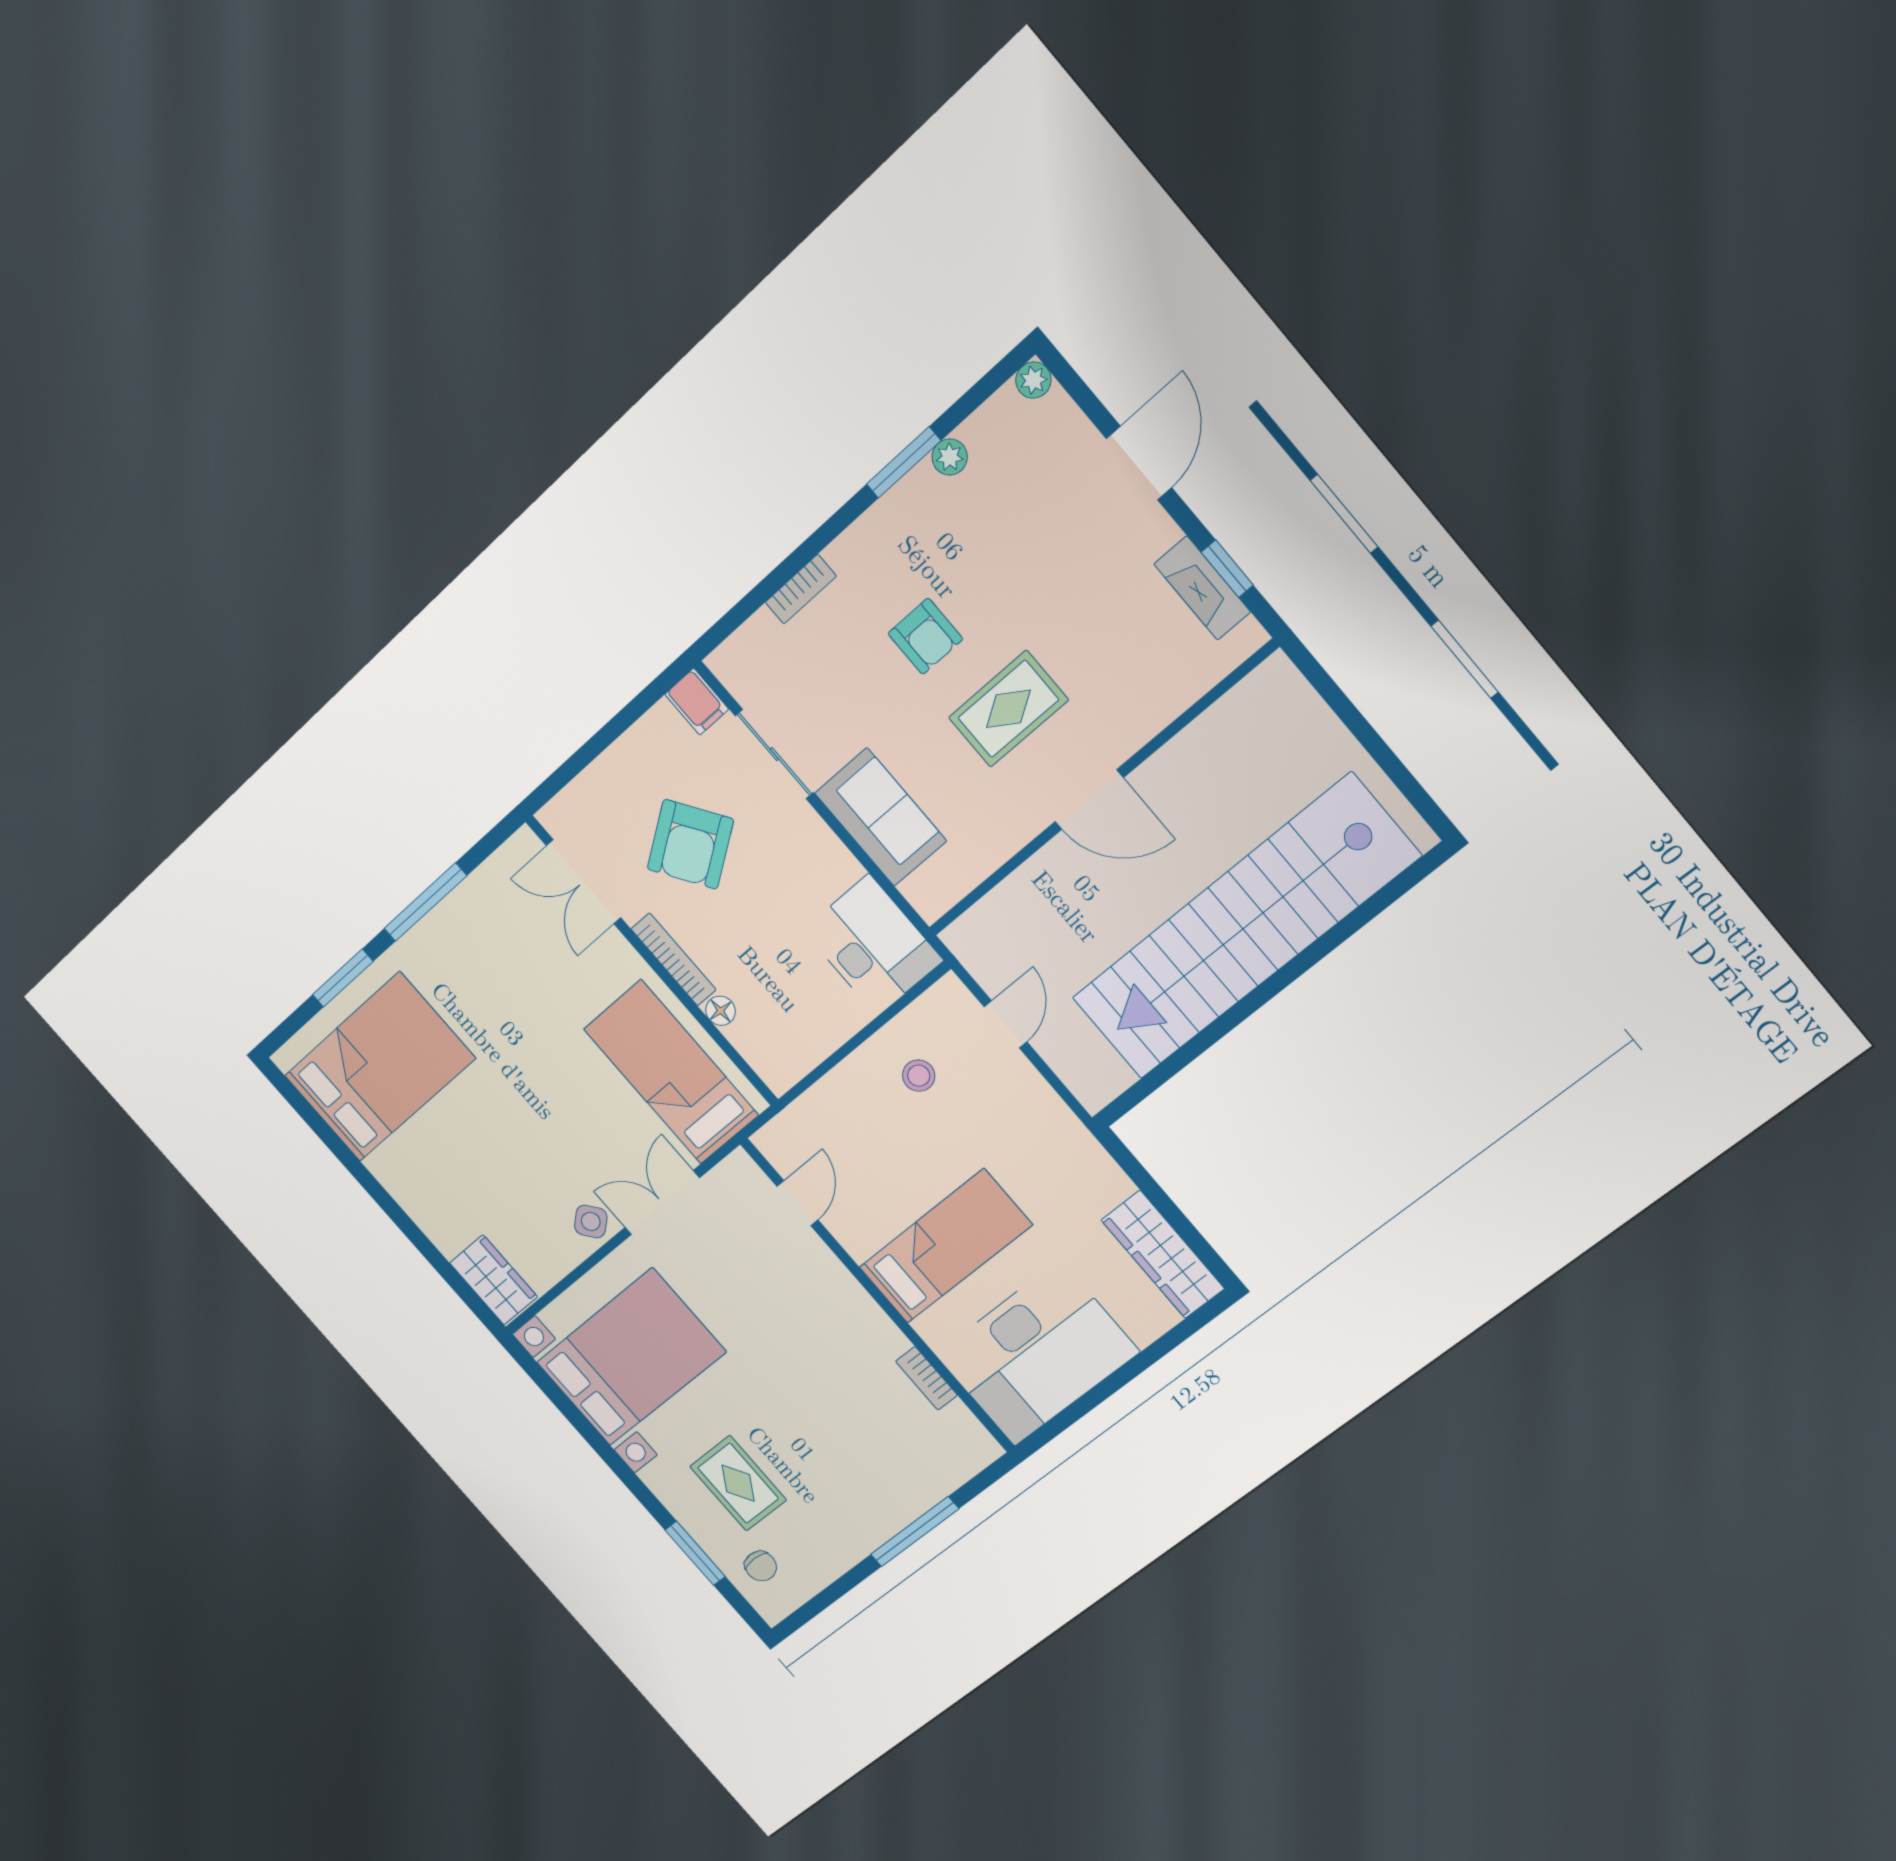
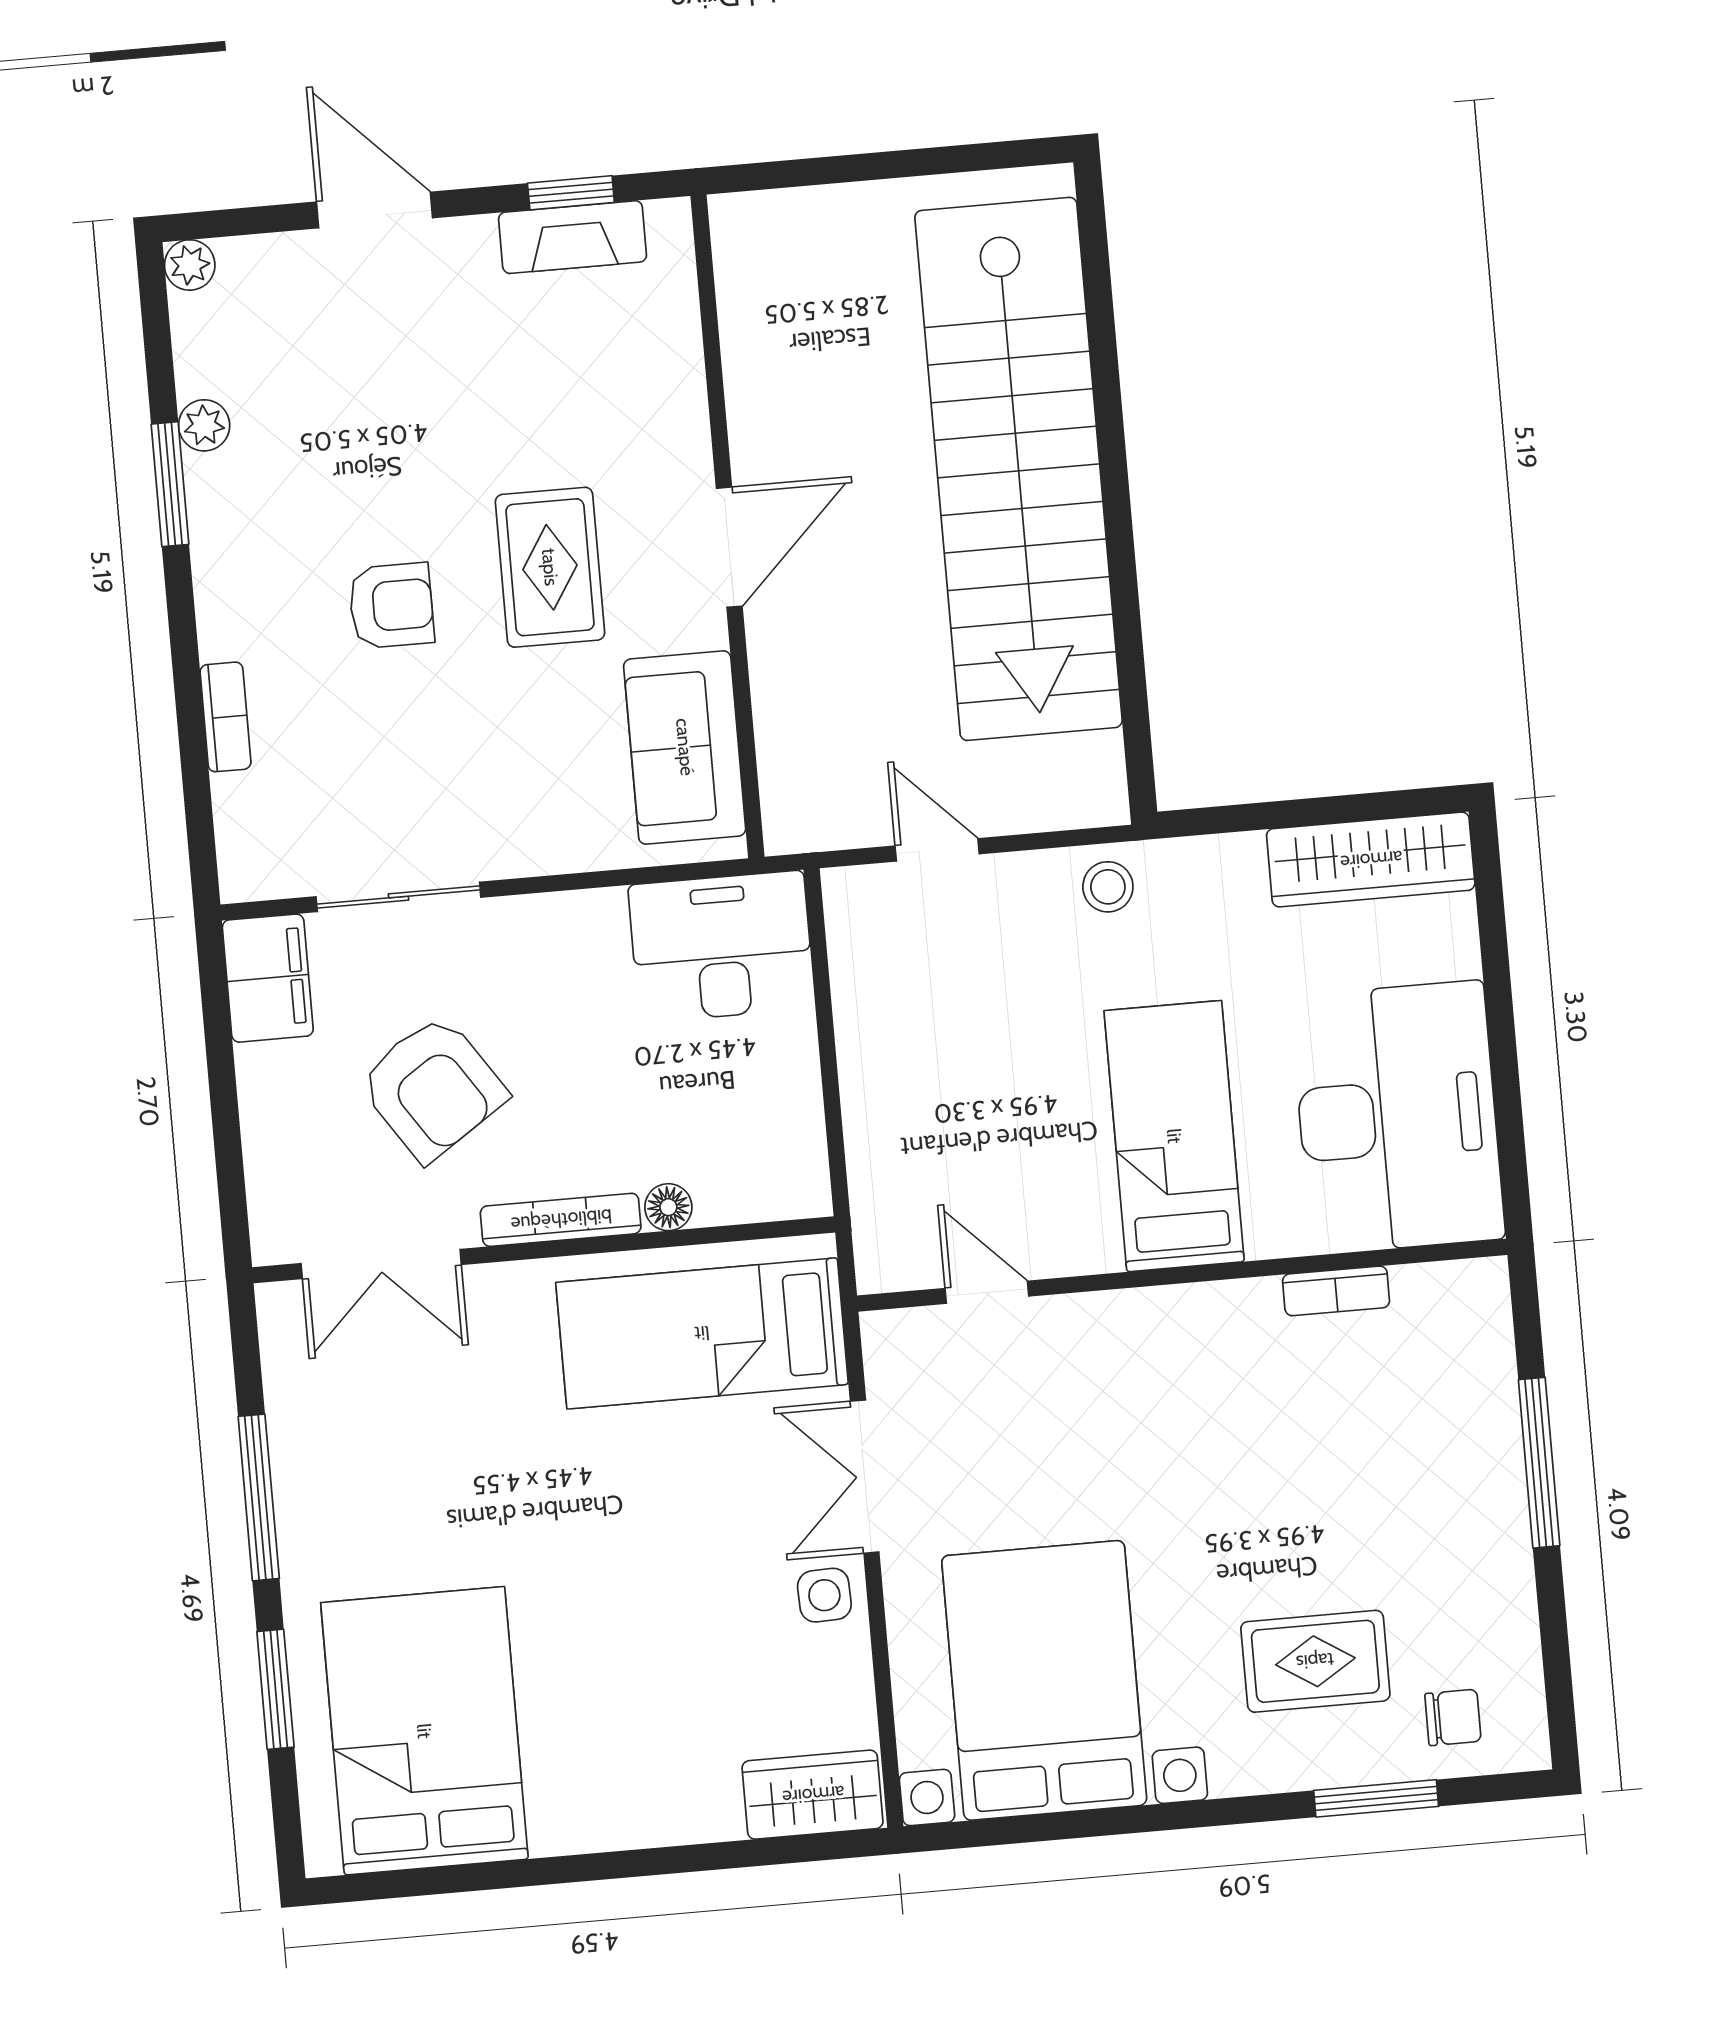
filing cabinet: (697, 702) -> (268, 978), width x2.00
sofa: (881, 817) -> (685, 747), moved, turned -90
stool: (919, 1076) -> (1108, 887), moved
side table: (591, 1221) -> (824, 1595), turned 38

